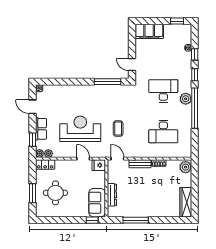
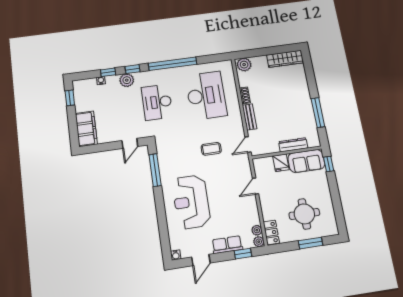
plant: (186, 99) -> (127, 80), moved
reception desk: (80, 129) -> (191, 202), moved
desk: (163, 131) -> (206, 95), width x1.36, depth x1.30
fridge: (99, 165) -> (281, 163), moved

